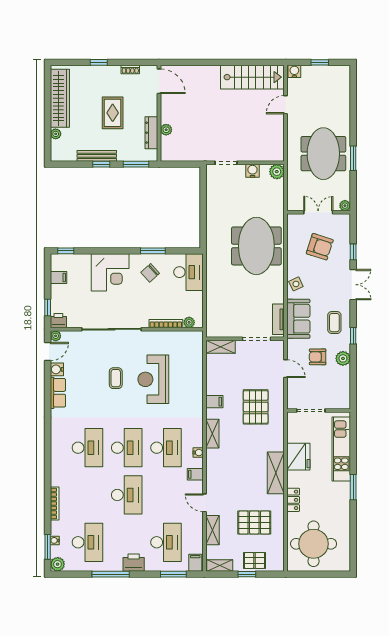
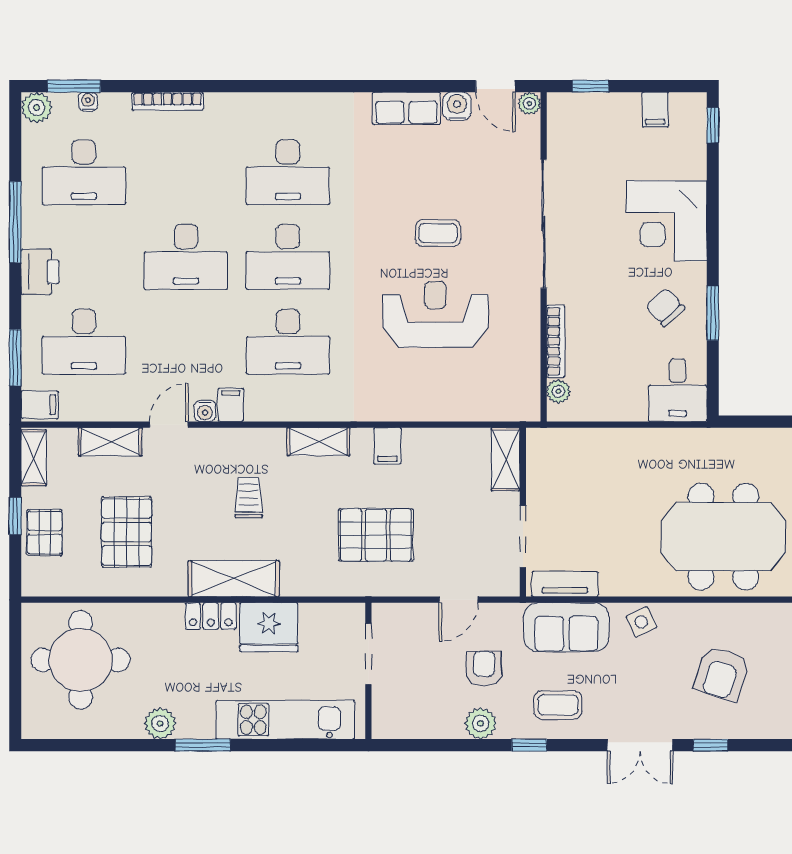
desk: (189, 272) -> (678, 390), width x0.73
printer: (58, 321) -> (562, 109), removed
water cooler: (198, 453) -> (205, 411), moved
trolley: (238, 466) -> (249, 497), added
locker: (293, 500) -> (211, 616), moved
plant: (343, 507) -> (160, 724), added

